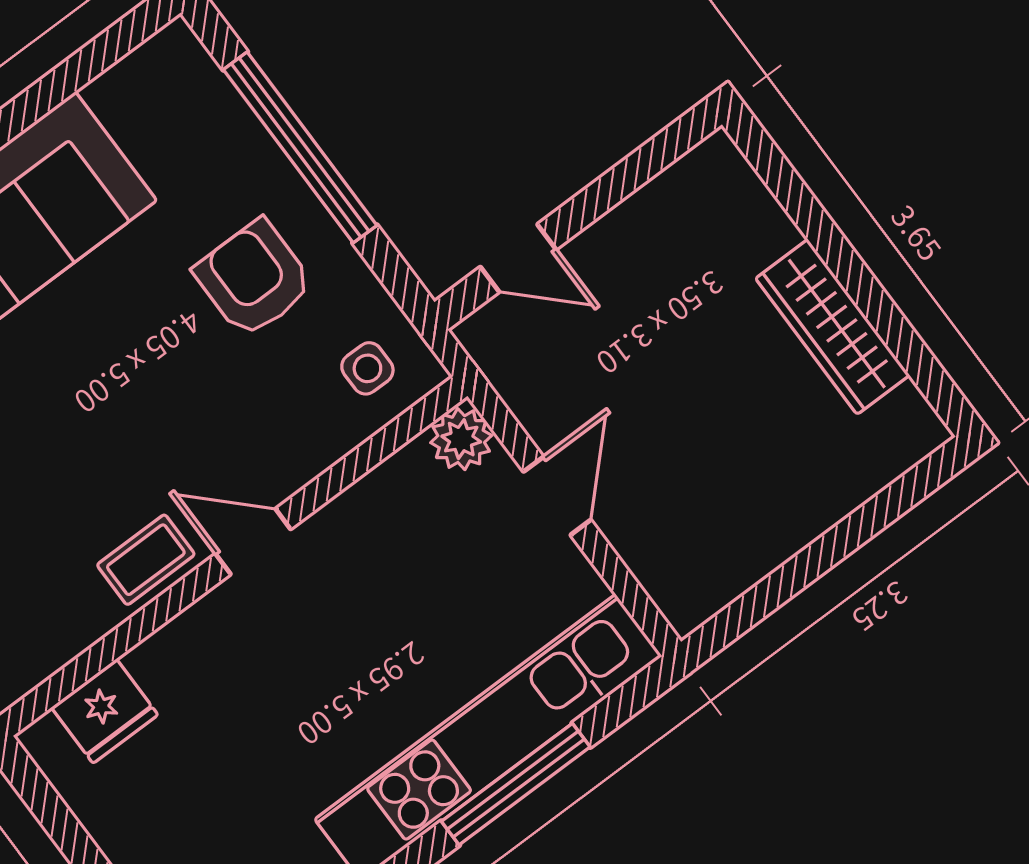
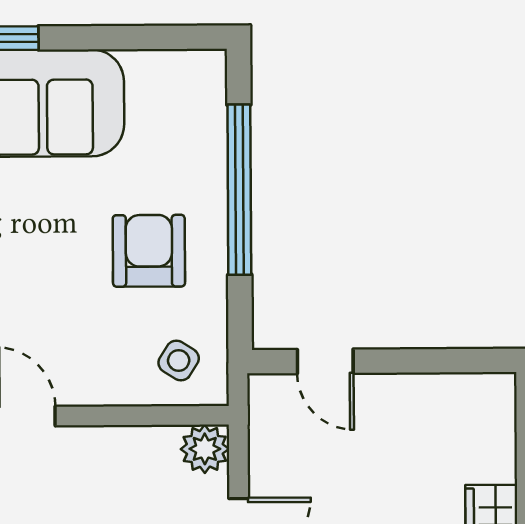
side table: (367, 368) -> (179, 361), turned 32

